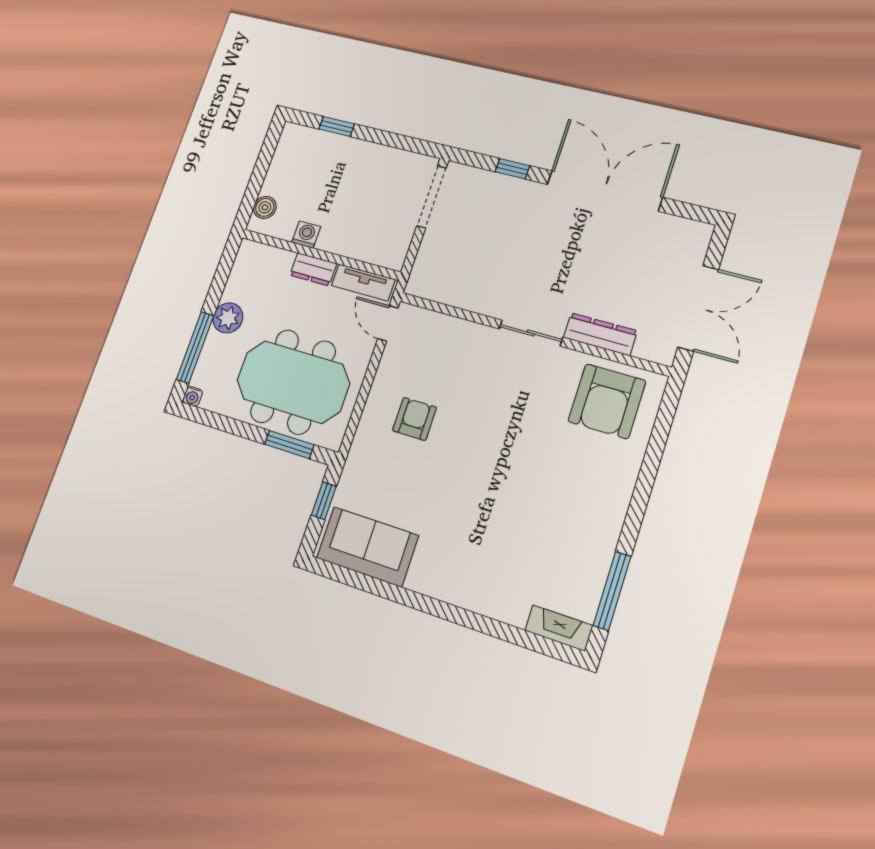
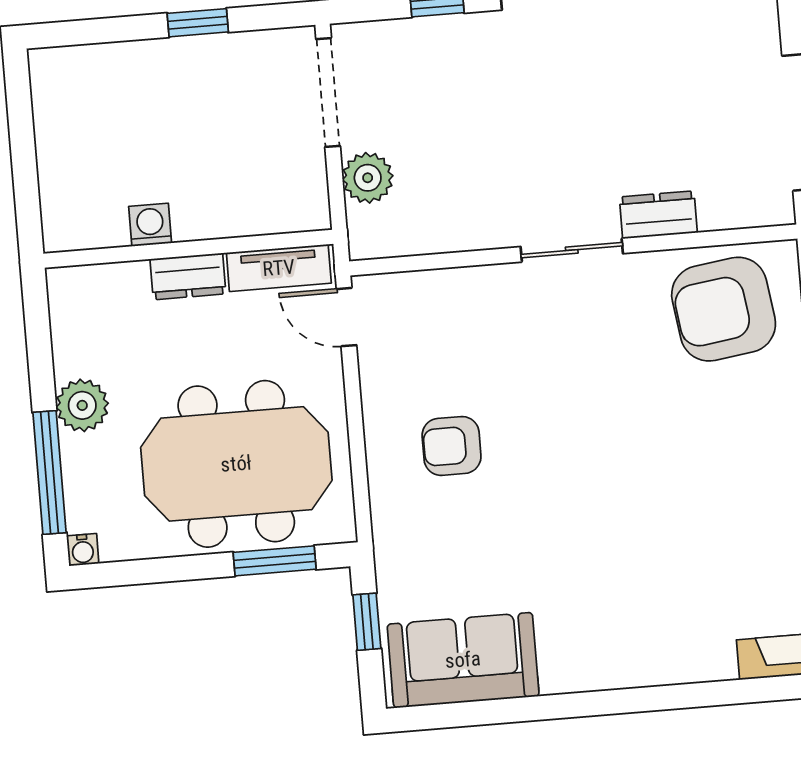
window: (337, 126) -> (198, 23), moved
boiler: (265, 207) -> (60, 205), removed
plant: (433, 251) -> (368, 178), added
dresser: (600, 334) -> (658, 215), width x0.70
armchair: (607, 401) -> (724, 309), turned 82
armchair: (414, 419) -> (452, 446), turned -90

